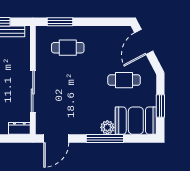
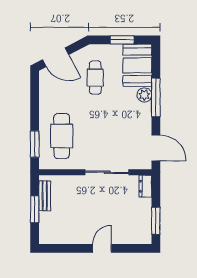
cafe table: (68, 48) -> (62, 136), width x1.37, depth x1.35

